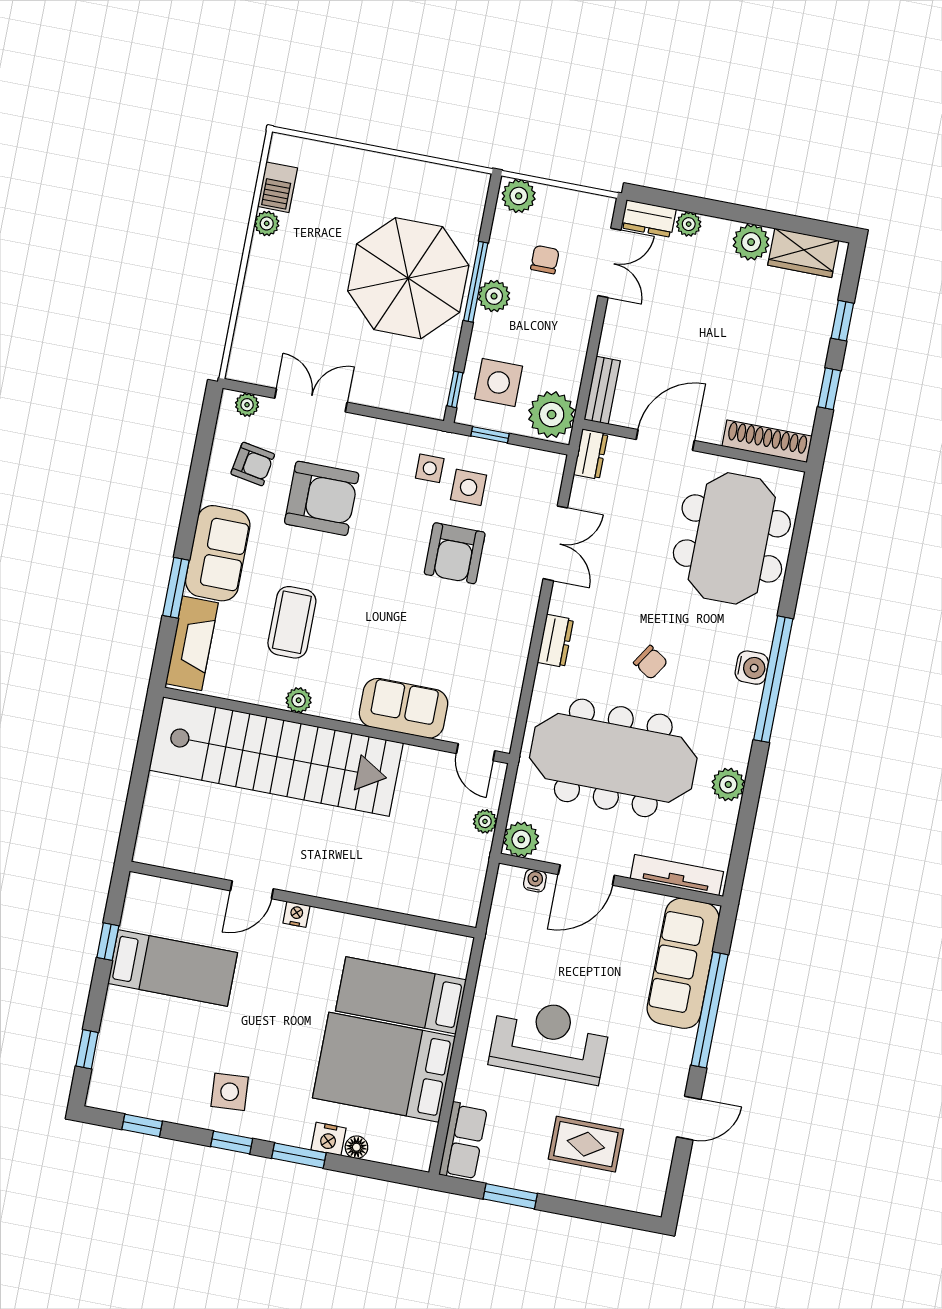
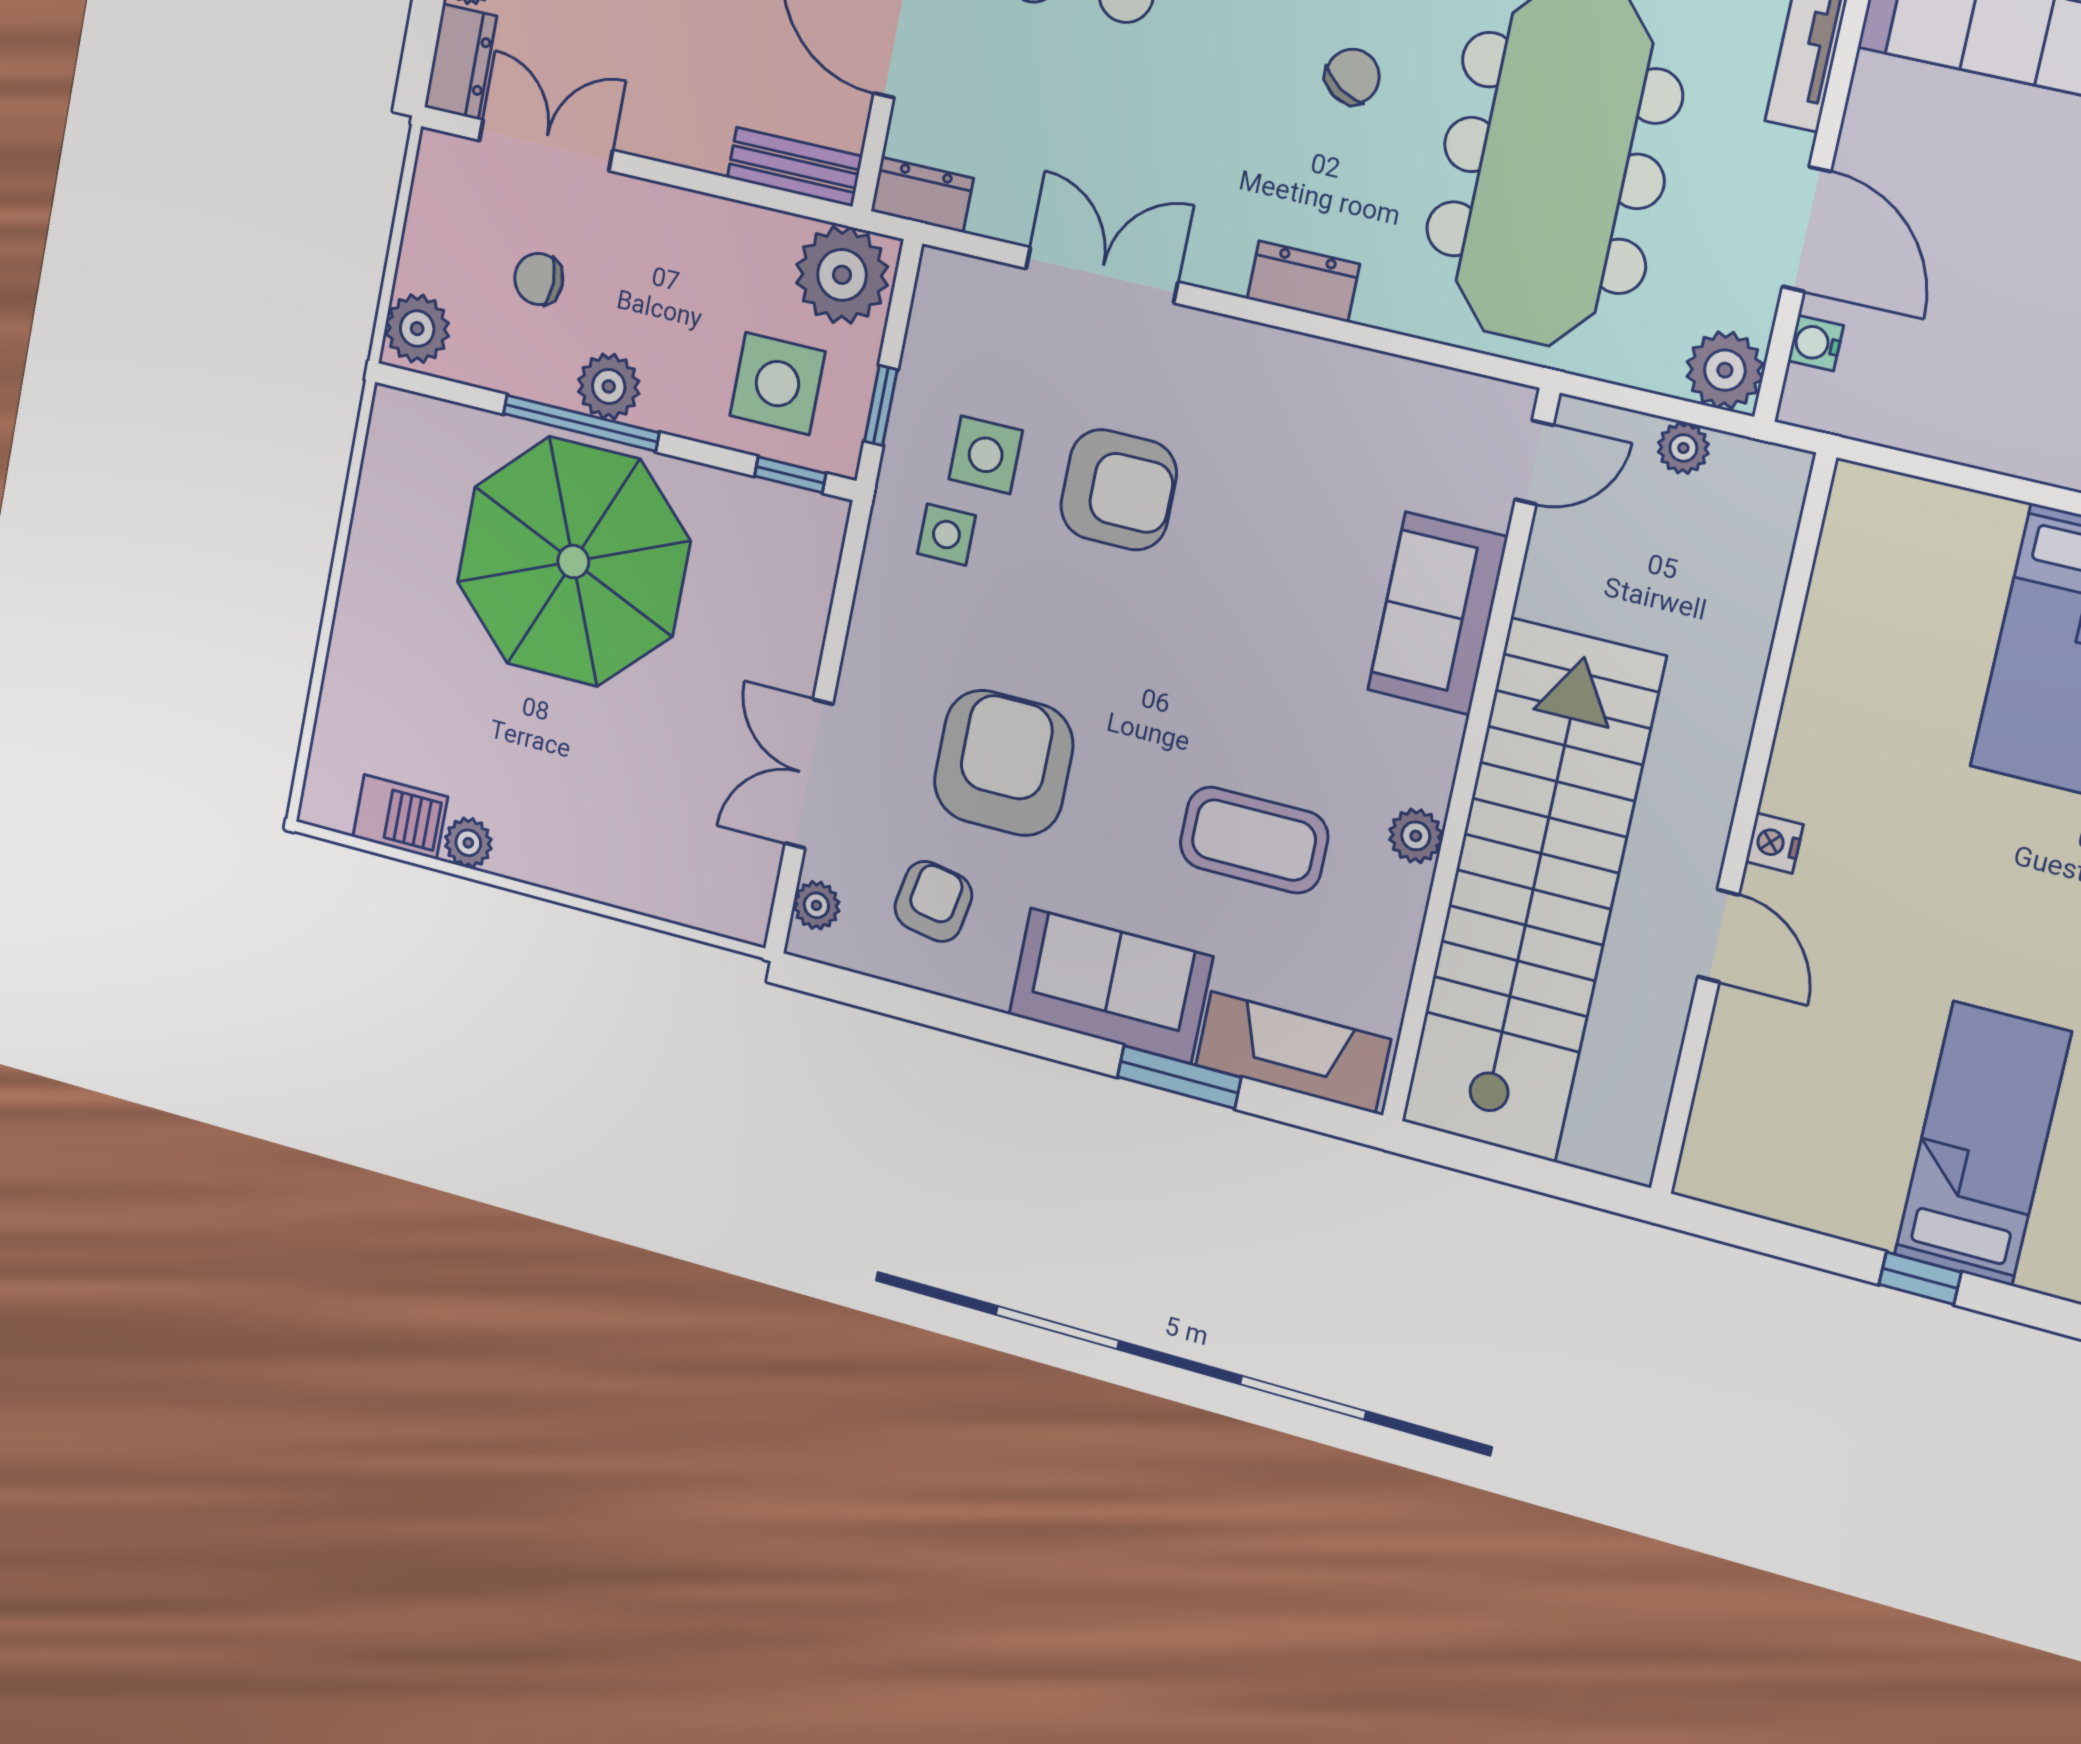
door: (252, 890) -> (1718, 936), moved
wall: (303, 900) -> (1743, 827), moved
nightstand: (296, 914) -> (1774, 843), moved

